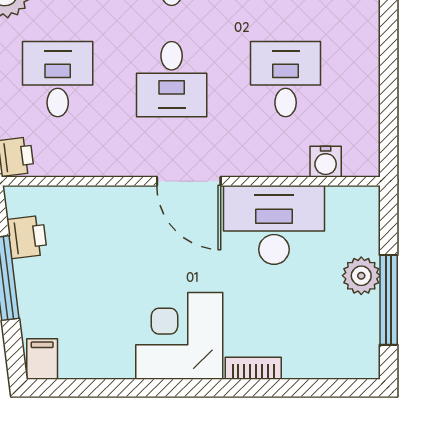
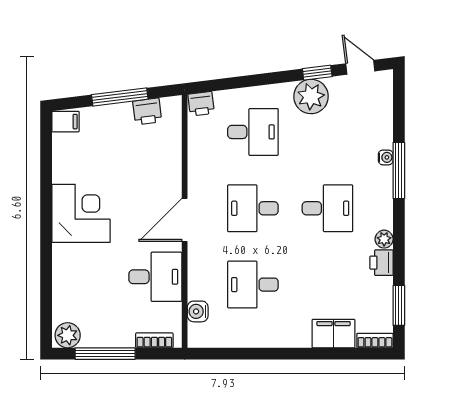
desk: (286, 79) -> (253, 285), turned 180
desk: (274, 225) -> (155, 277), width x0.73
plant: (361, 276) -> (68, 335), moved
bookcase: (253, 368) -> (154, 340), moved, turned -90

